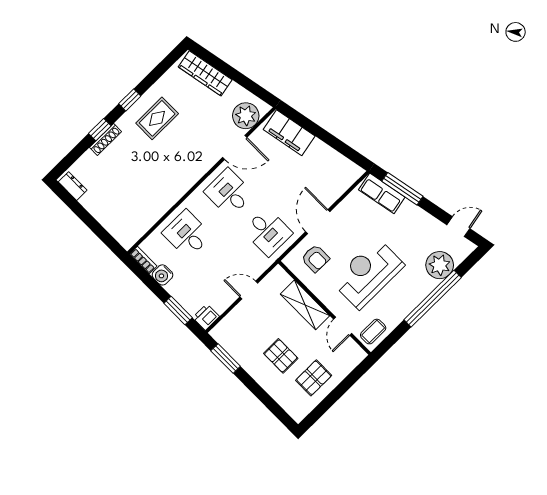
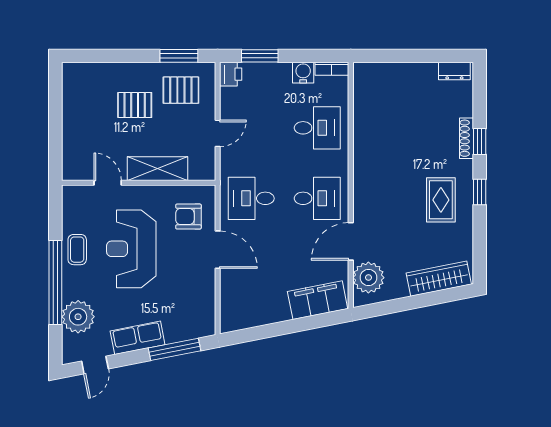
row of seats: (382, 193) -> (138, 338), moved
reception desk: (368, 273) -> (131, 249), turned 180
coffee table: (373, 332) -> (77, 250), moved
pallet: (314, 378) -> (181, 90), moved, turned 90

